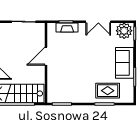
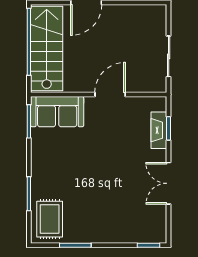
plant: (124, 31) -> (153, 227), removed
door: (46, 56) -> (110, 95), hinge flipped
sofa: (125, 63) -> (57, 112), moved, turned 180
rug: (108, 91) -> (50, 219), moved

